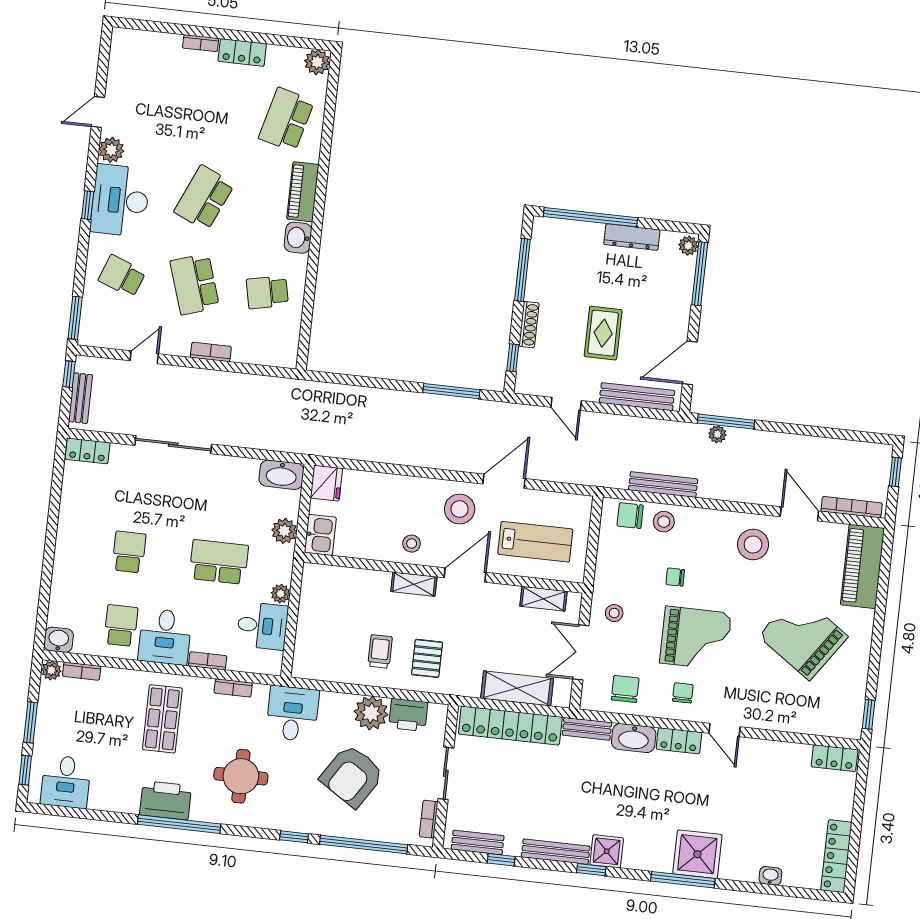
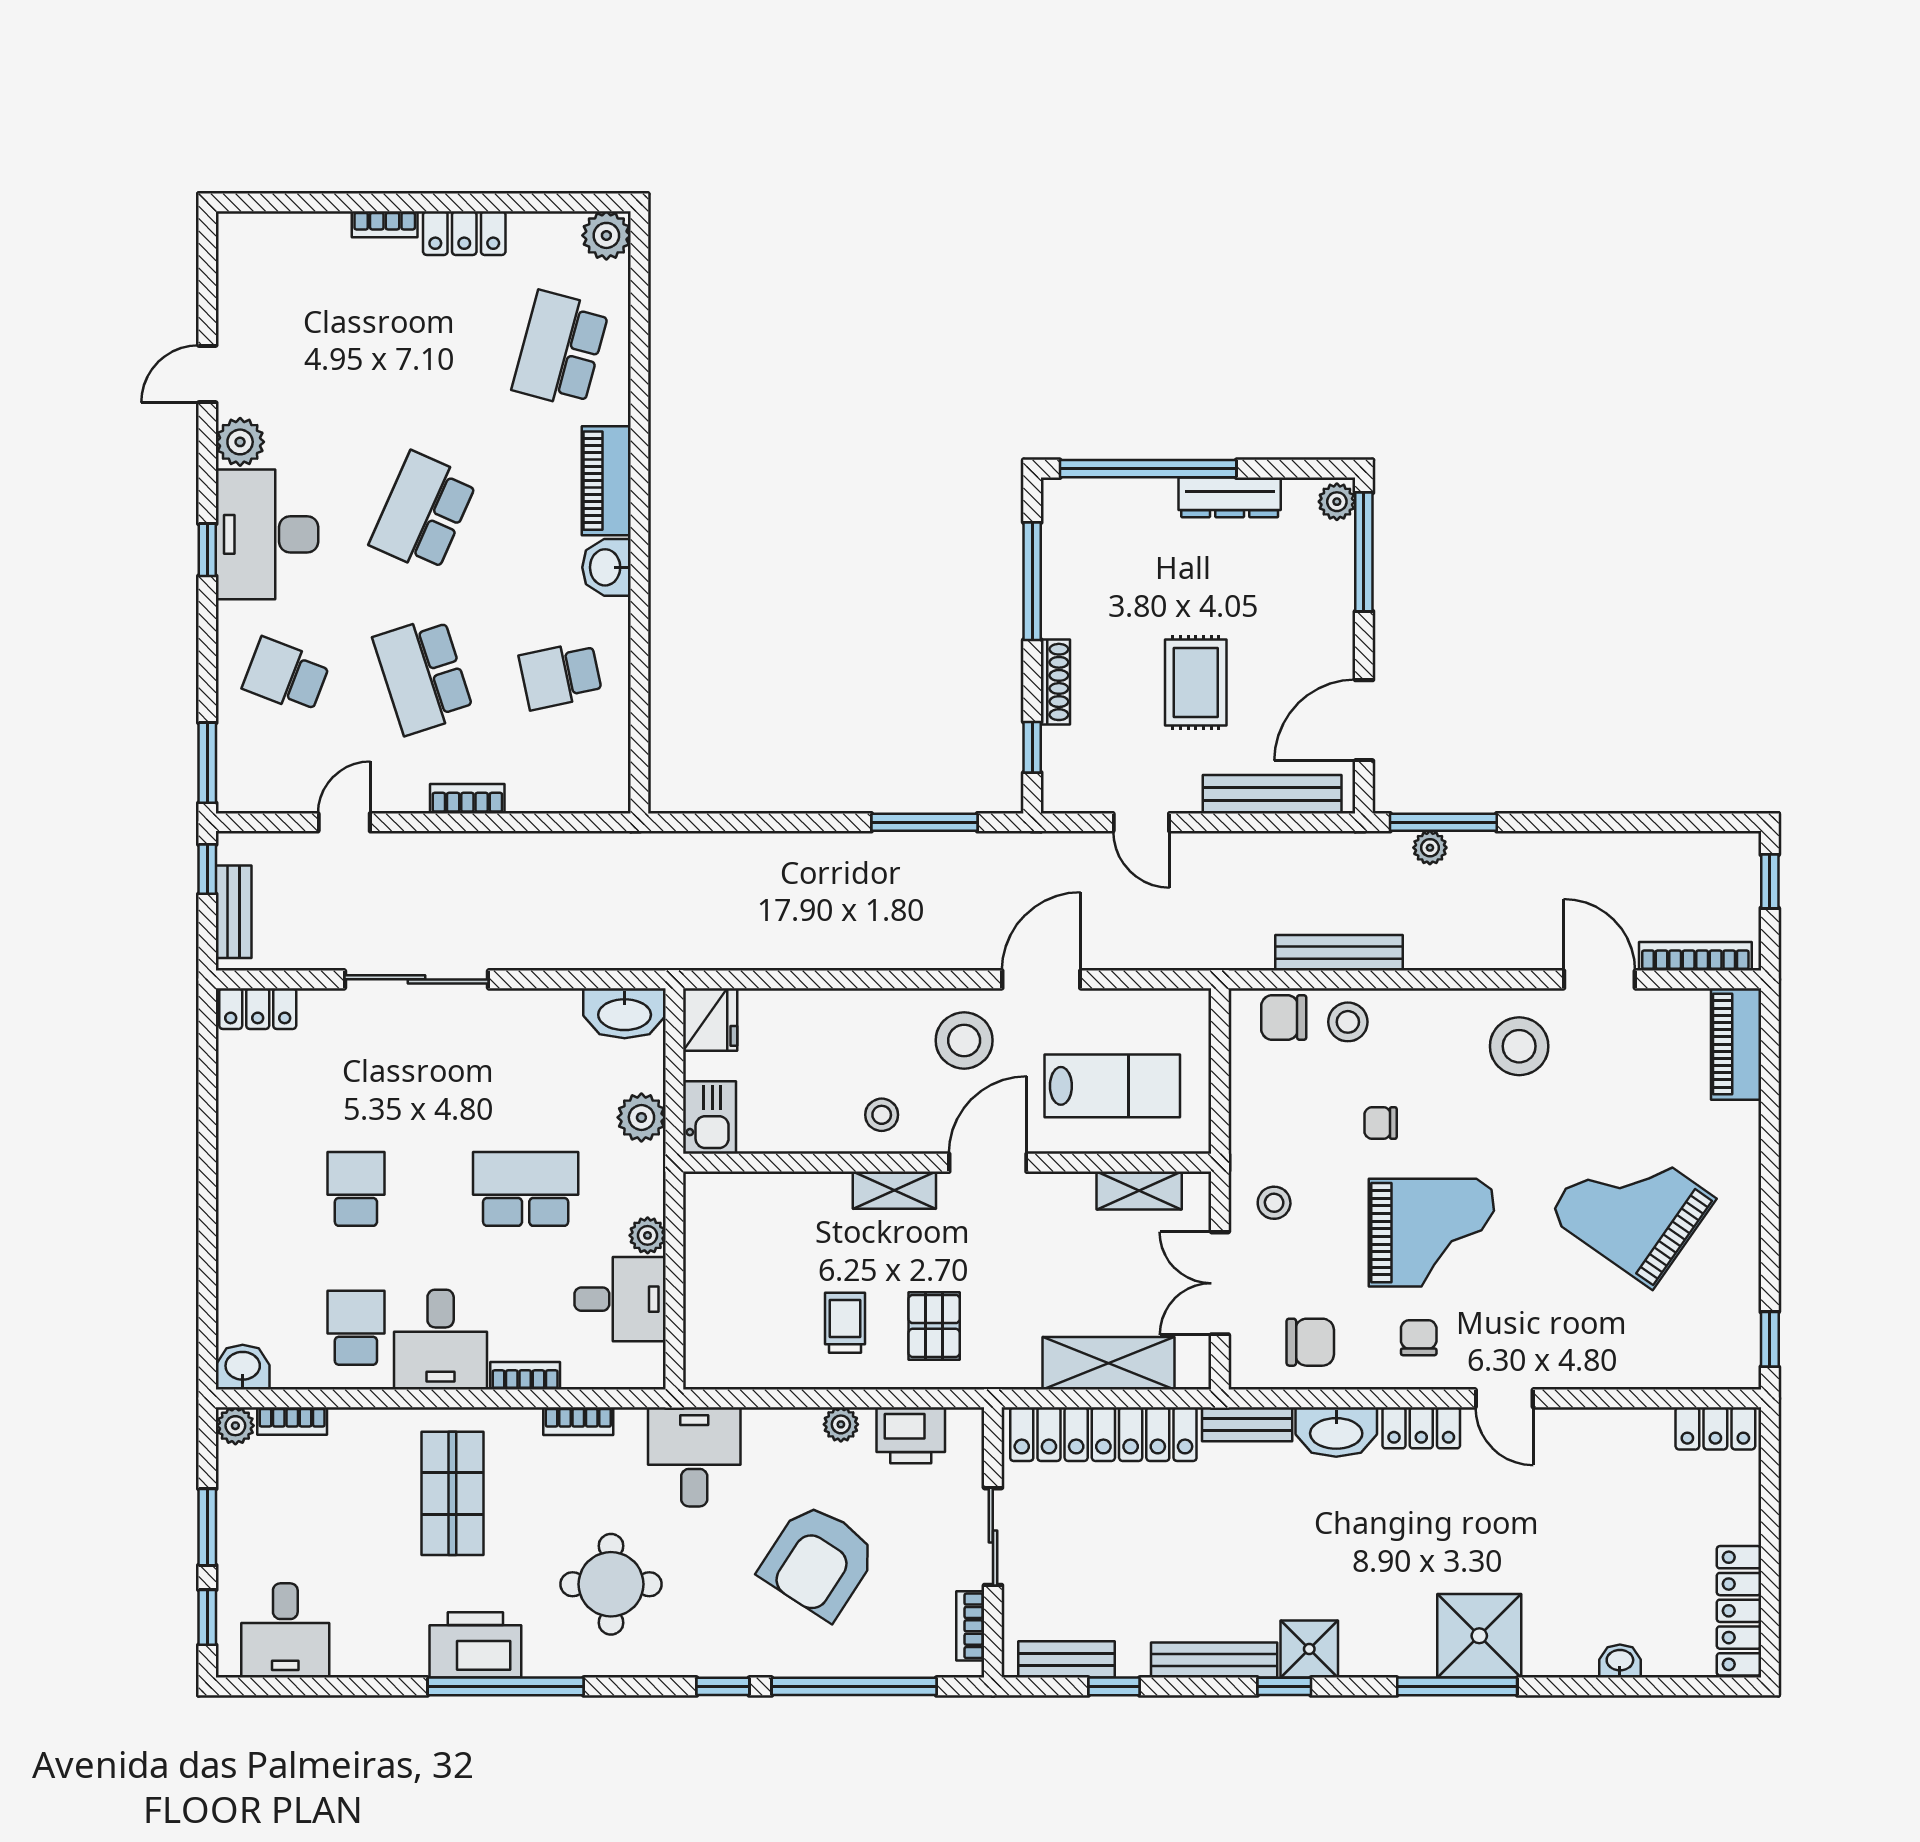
piano: (862, 566) -> (1736, 1044), width x0.73, depth x0.75
chair: (625, 689) -> (1310, 1342), turned 90
plant: (371, 713) -> (841, 1424), width x0.53, depth x0.53

